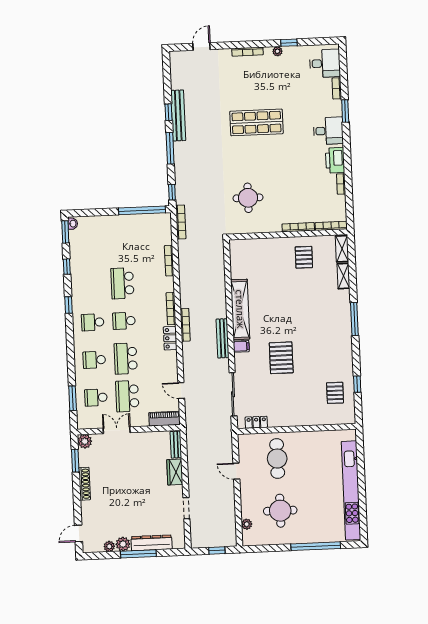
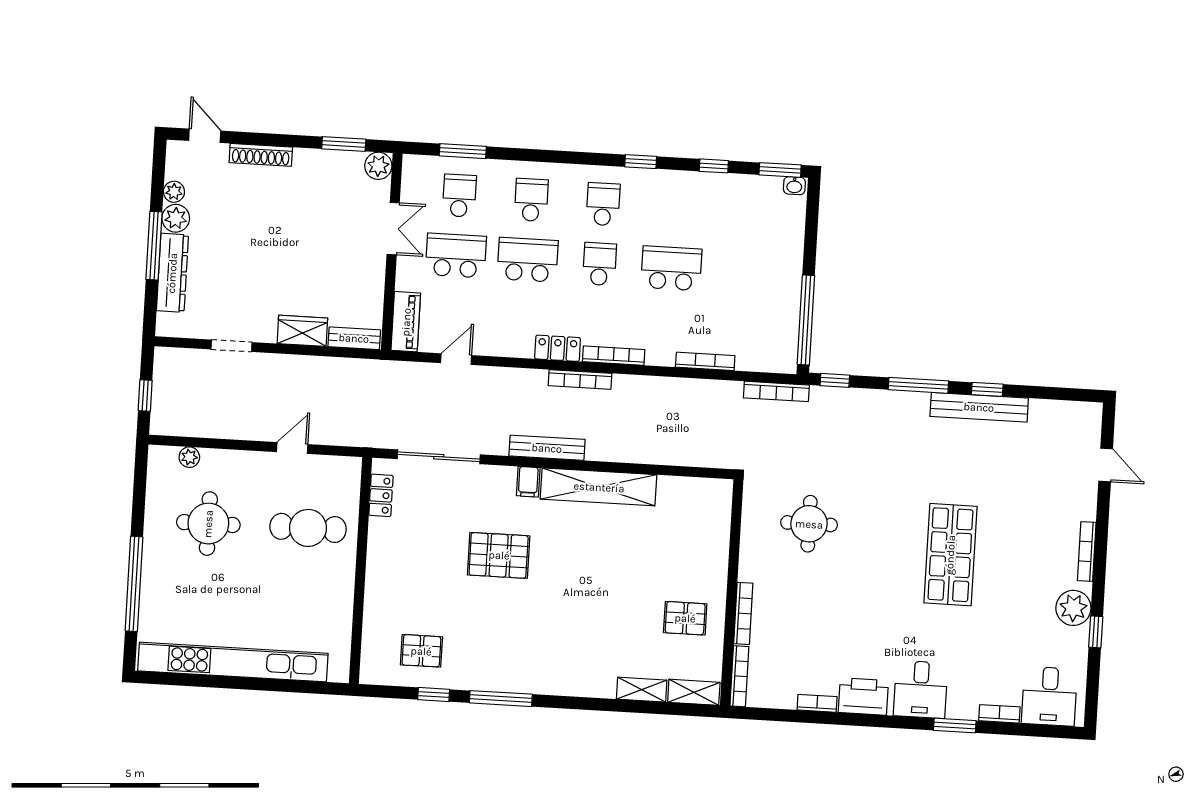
plant: (277, 51) -> (1073, 608), width x1.88, depth x1.88
window: (354, 319) -> (501, 699), moved
shoe rack: (85, 484) -> (261, 155), moved

